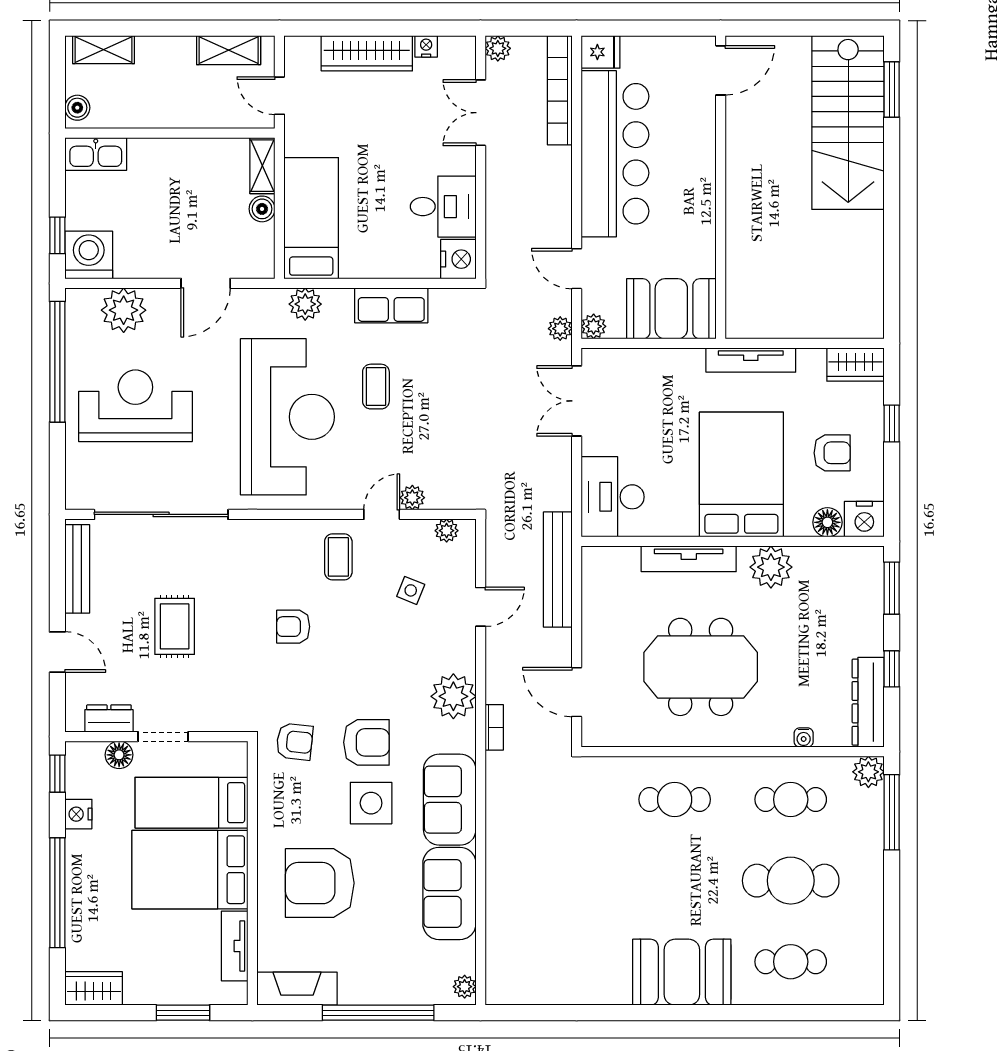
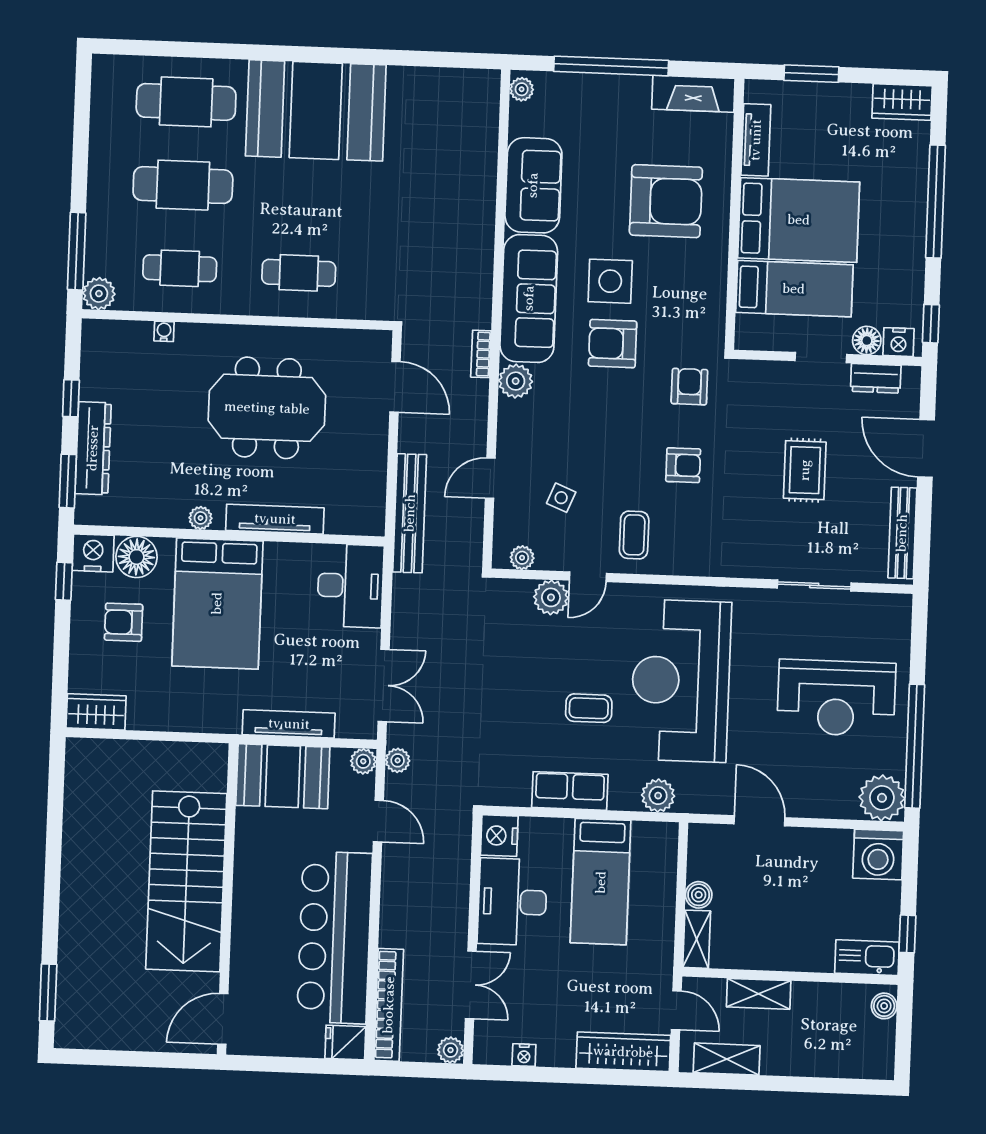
shelving: (104, 50) -> (759, 994), moved
wardrobe: (367, 53) -> (623, 1052), moved
stairs: (848, 123) -> (186, 881), moved, turned 180
desk: (443, 207) -> (512, 902), width x1.37
bed: (311, 218) -> (601, 882), moved
window: (57, 235) -> (907, 934), moved
door: (206, 283) -> (759, 821), hinge flipped
plant: (124, 310) -> (882, 798), moved
tv unit: (751, 360) -> (289, 724), moved
coffee table: (376, 387) -> (589, 708), turned 90
window: (892, 423) -> (64, 581), moved
plant: (412, 498) -> (551, 597), width x1.38, depth x1.38
sliding door: (161, 514) -> (814, 585), width x0.54
floor lamp: (827, 522) -> (136, 557), width x1.38, depth x1.38
plant: (771, 567) -> (201, 518), width x0.53, depth x0.53
door: (57, 652) -> (926, 448), width x1.37
plant: (453, 696) -> (516, 381), width x0.73, depth x0.73
dresser: (868, 702) -> (93, 448), moved
armchair: (295, 742) -> (689, 387), moved, turned 84
sofa: (450, 800) -> (529, 298), width x1.36
nightstand: (78, 814) -> (899, 342), moved, turned 90
cafe table: (791, 962) -> (186, 102), width x1.37, depth x1.35
booth: (682, 972) -> (316, 110), width x1.36, depth x1.42

